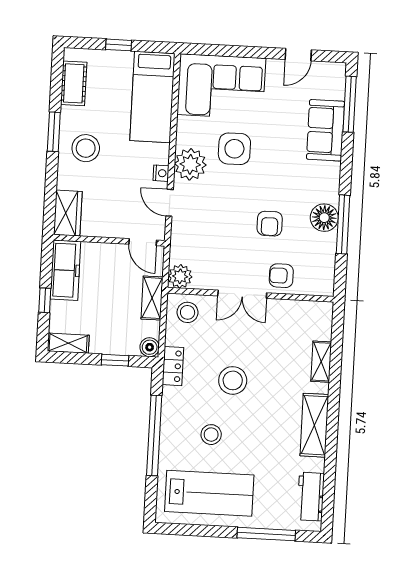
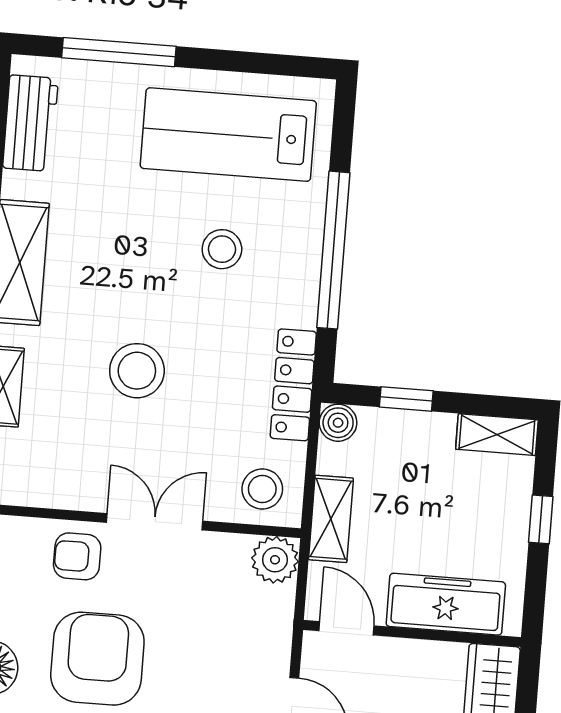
armchair: (270, 224) -> (97, 659), width x1.88, depth x1.88
freezer: (65, 270) -> (446, 604), moved, turned 90
armchair: (281, 276) -> (77, 556), turned 180
locker: (173, 366) -> (293, 385), width x1.53
stool: (233, 380) -> (137, 371), moved

